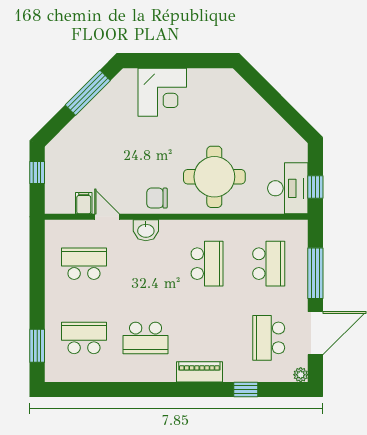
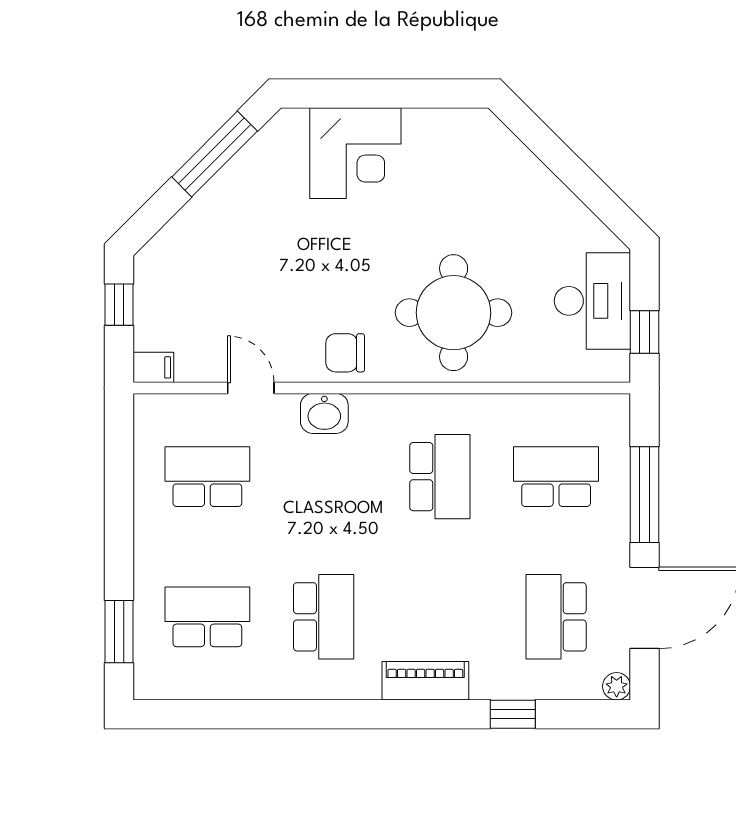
desk: (288, 188) -> (592, 301), moved
filing cabinet: (84, 203) -> (153, 367), moved, turned 90
school desk: (269, 264) -> (556, 477), turned -90
school desk: (146, 338) -> (324, 617), turned -90

